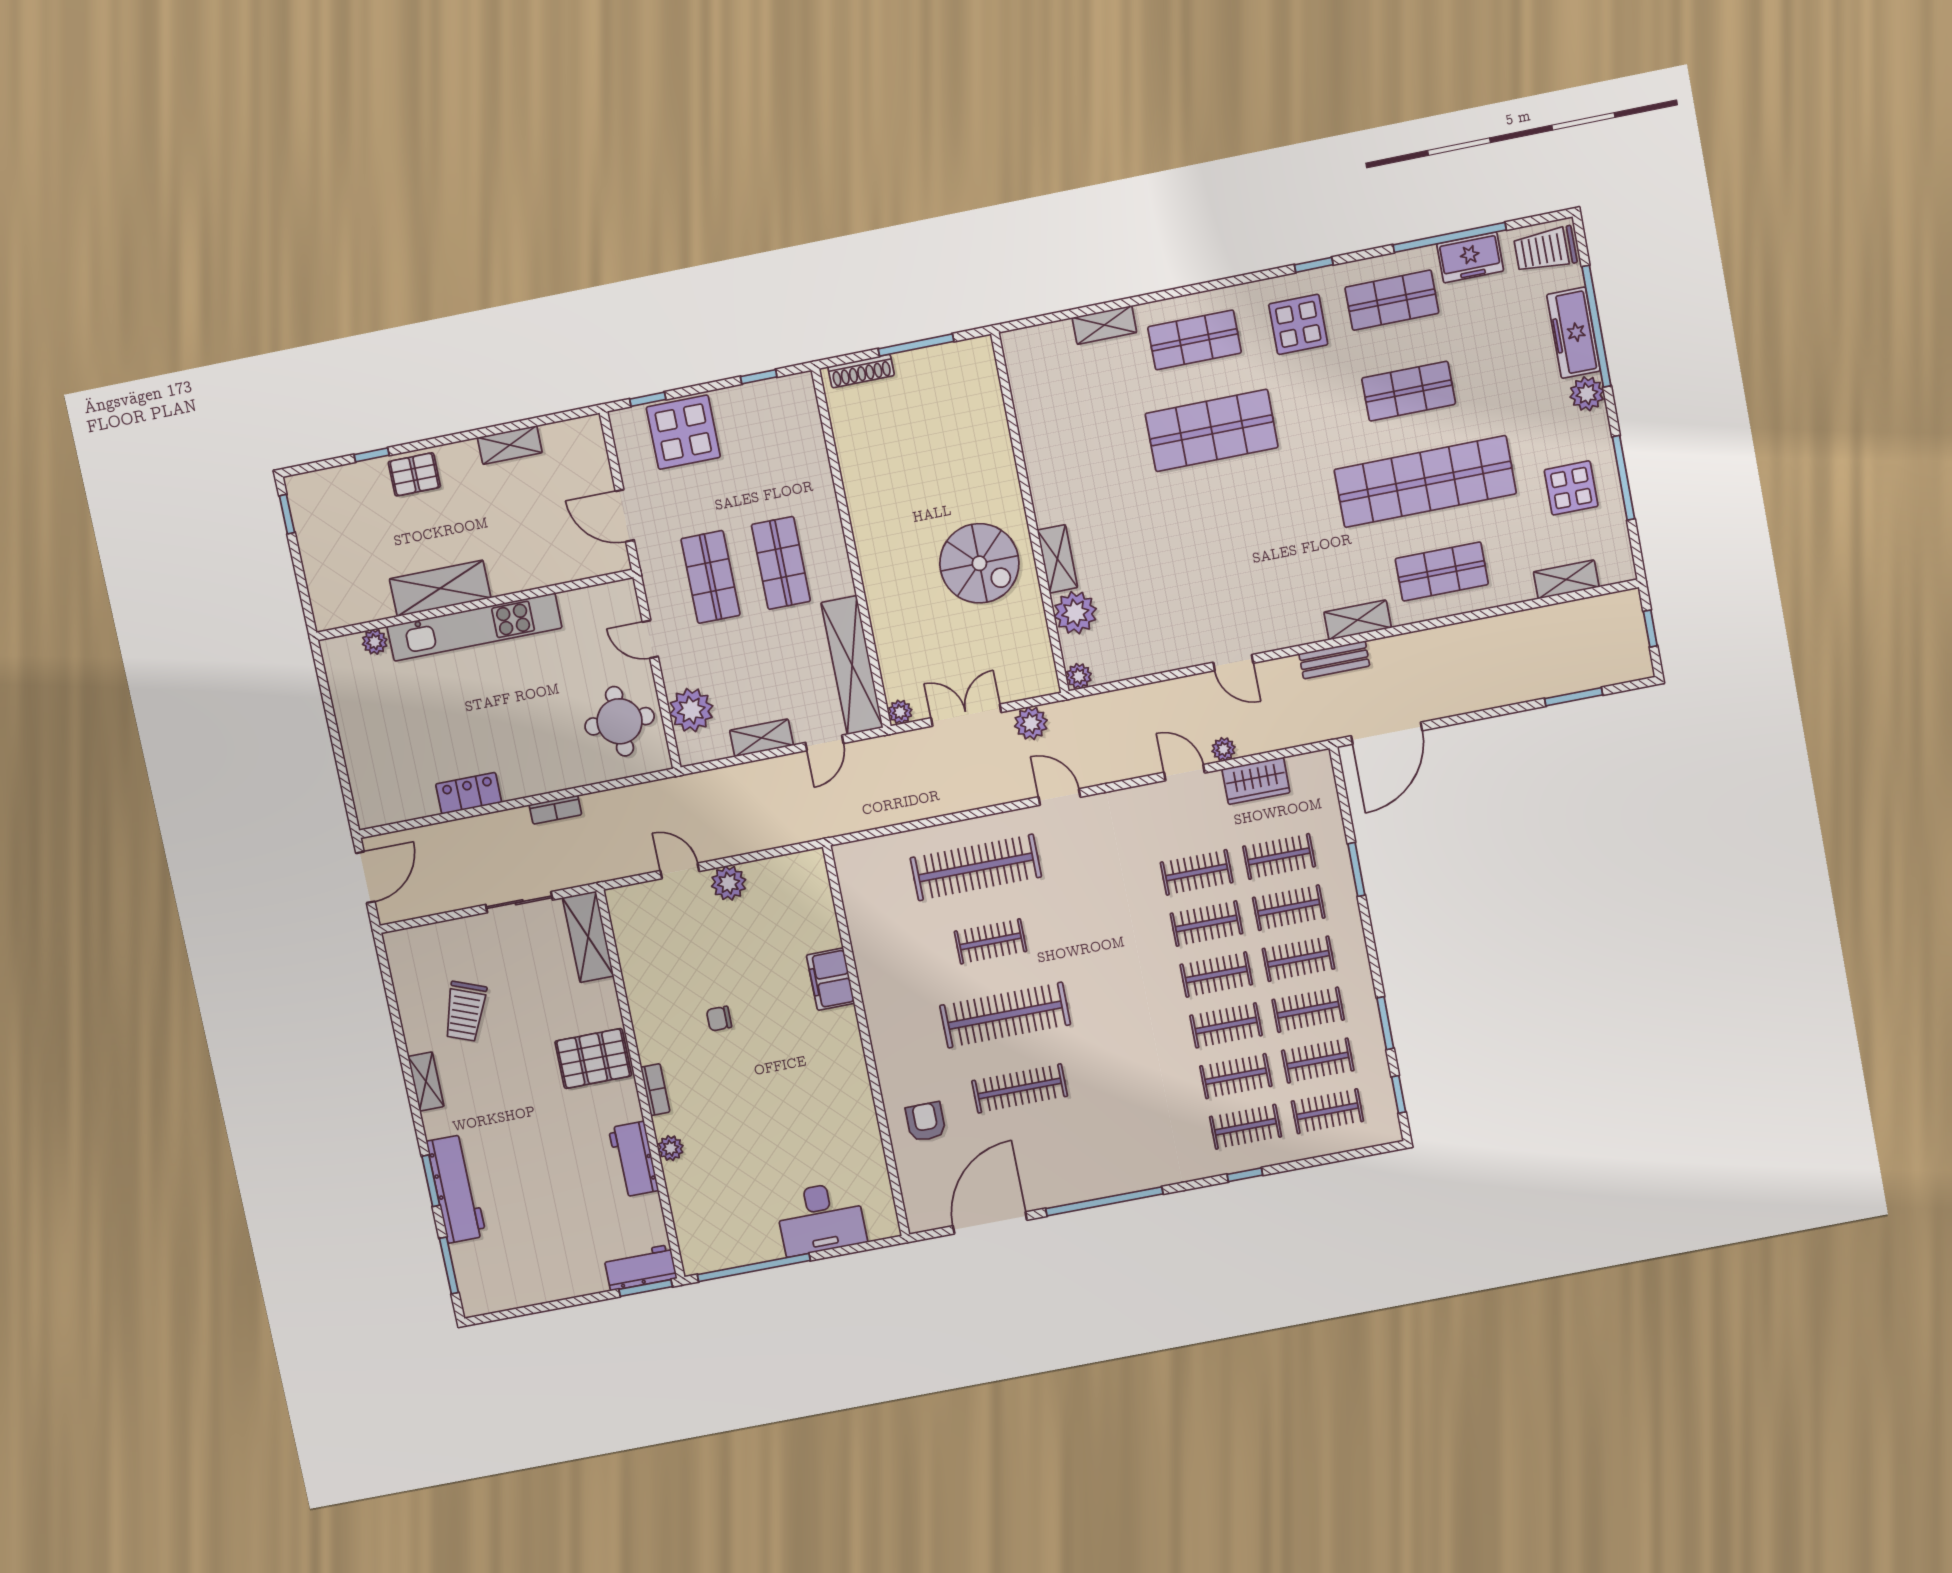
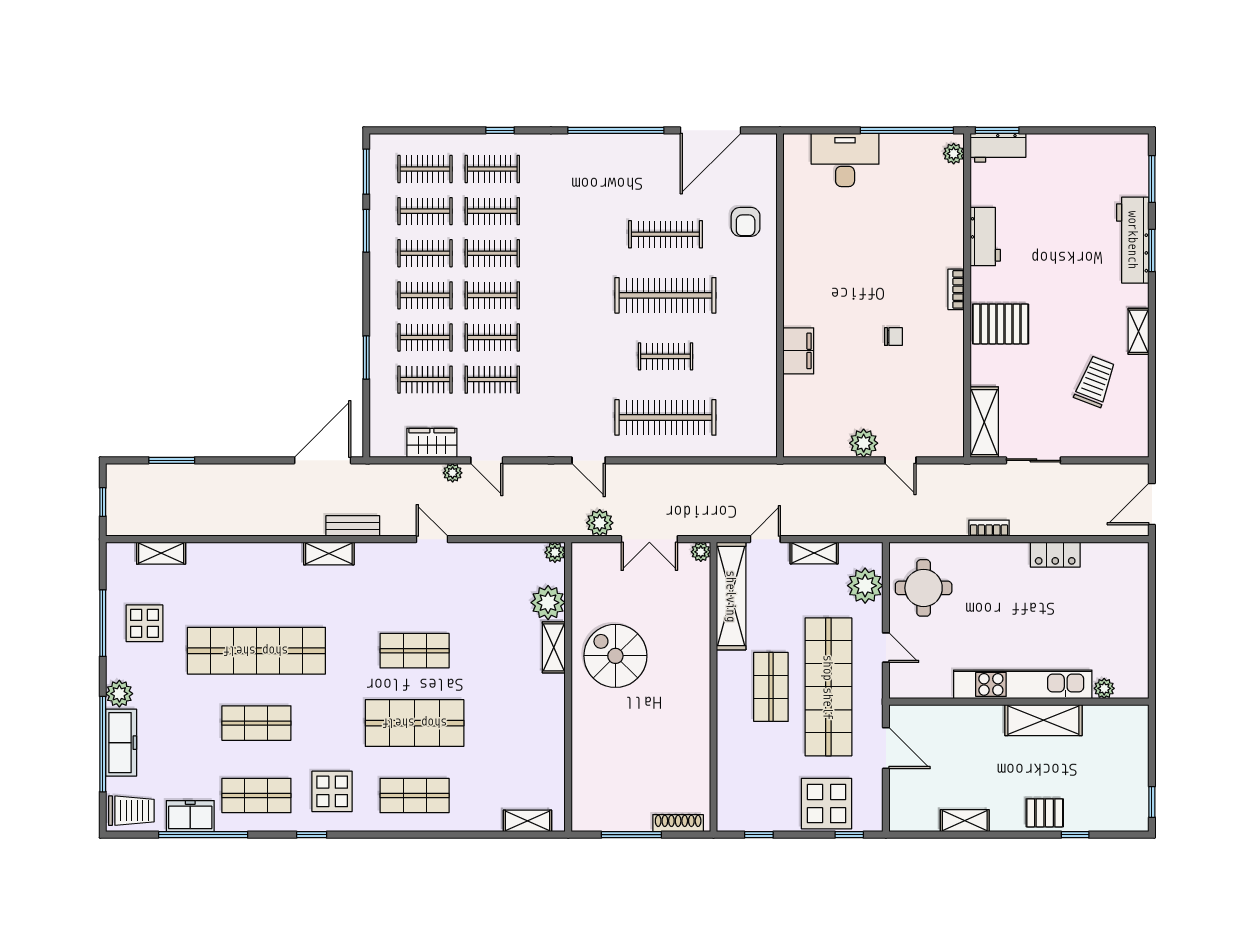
shelving: (1104, 325) -> (527, 821), moved
shop shelf: (1442, 572) -> (415, 651), moved
shop shelf: (710, 577) -> (828, 687), width x2.00, depth x1.36
window: (1399, 1094) -> (366, 172), width x1.50
plant: (671, 1148) -> (954, 154), moved

